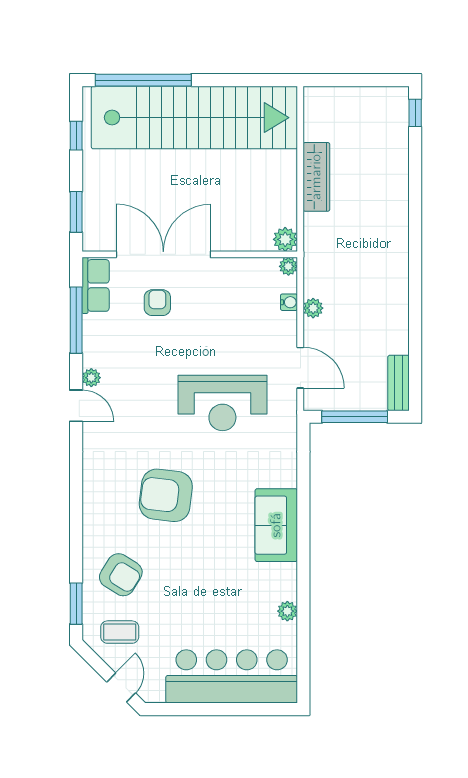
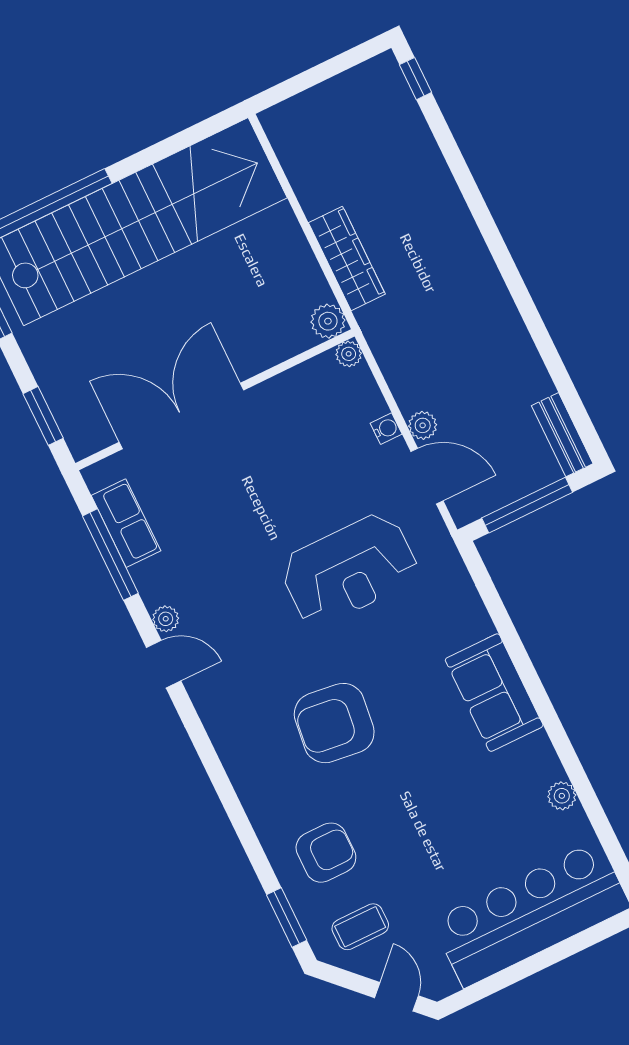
wardrobe: (316, 177) -> (347, 258), moved
row of seats: (96, 285) -> (126, 523), moved
water cooler: (289, 302) -> (386, 429), moved
armchair: (157, 303) -> (204, 482), removed
plant: (313, 308) -> (423, 425), moved
armchair: (121, 575) -> (326, 853), turned -32

